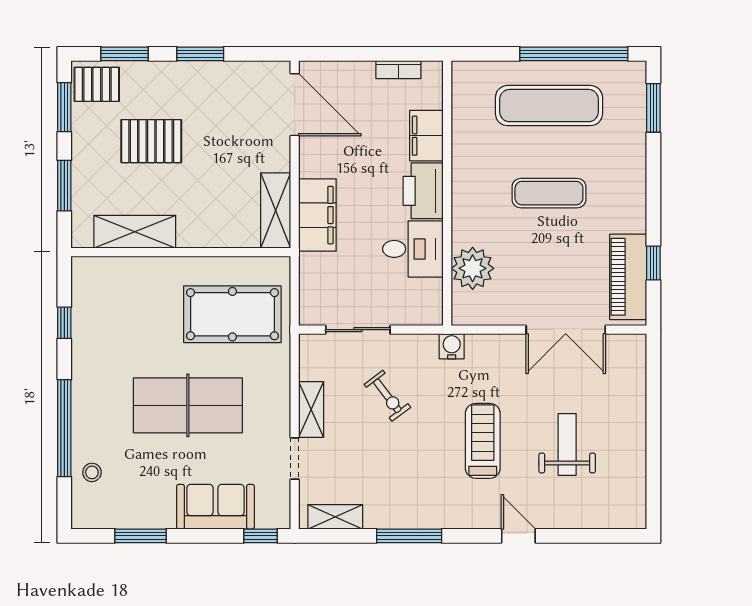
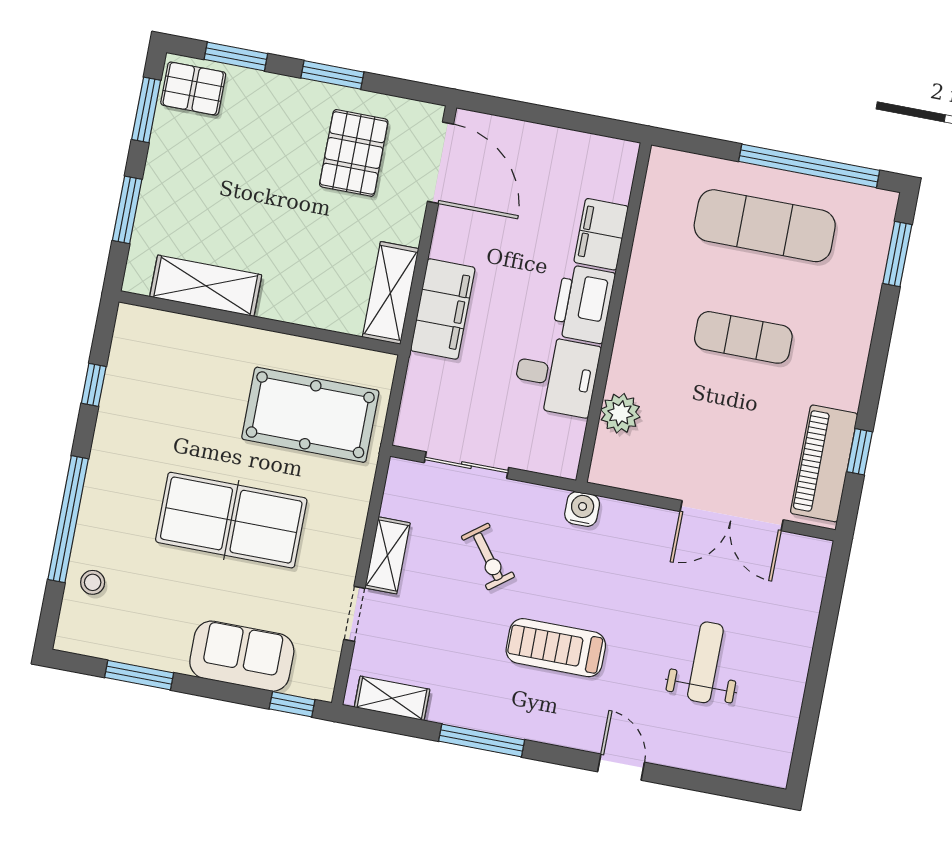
bookcase: (398, 70) -> (582, 143), removed
pallet: (151, 141) -> (354, 153), moved, turned 90
plant: (473, 268) -> (620, 413), width x0.73, depth x0.73
treadmill: (483, 441) -> (556, 648), moved, turned -90

